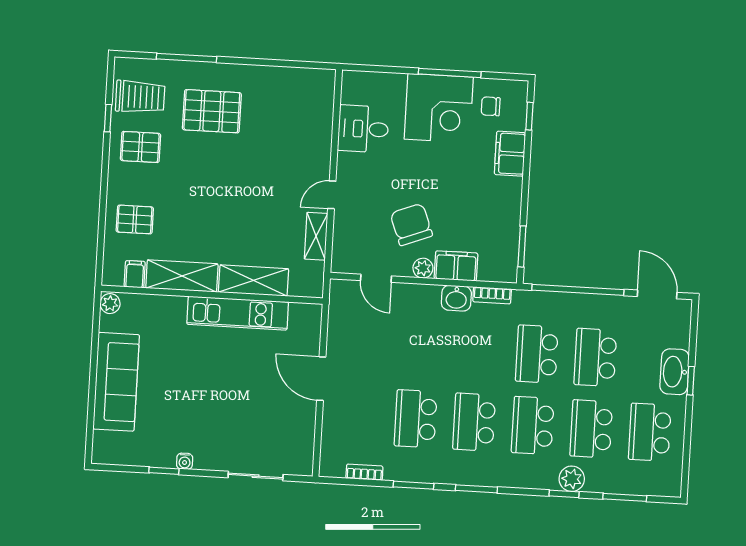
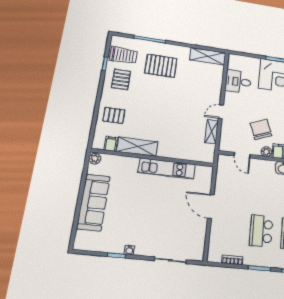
pallet: (140, 147) -> (121, 79), turned 90
shelving: (254, 280) -> (208, 56), moved

